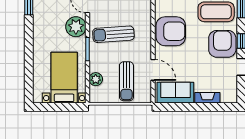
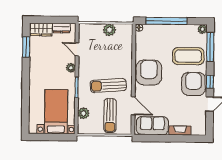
plant: (76, 27) -> (71, 68), width x0.53, depth x0.53
armchair: (171, 31) -> (149, 73), turned -90
sun lounger: (113, 34) -> (108, 85), moved

